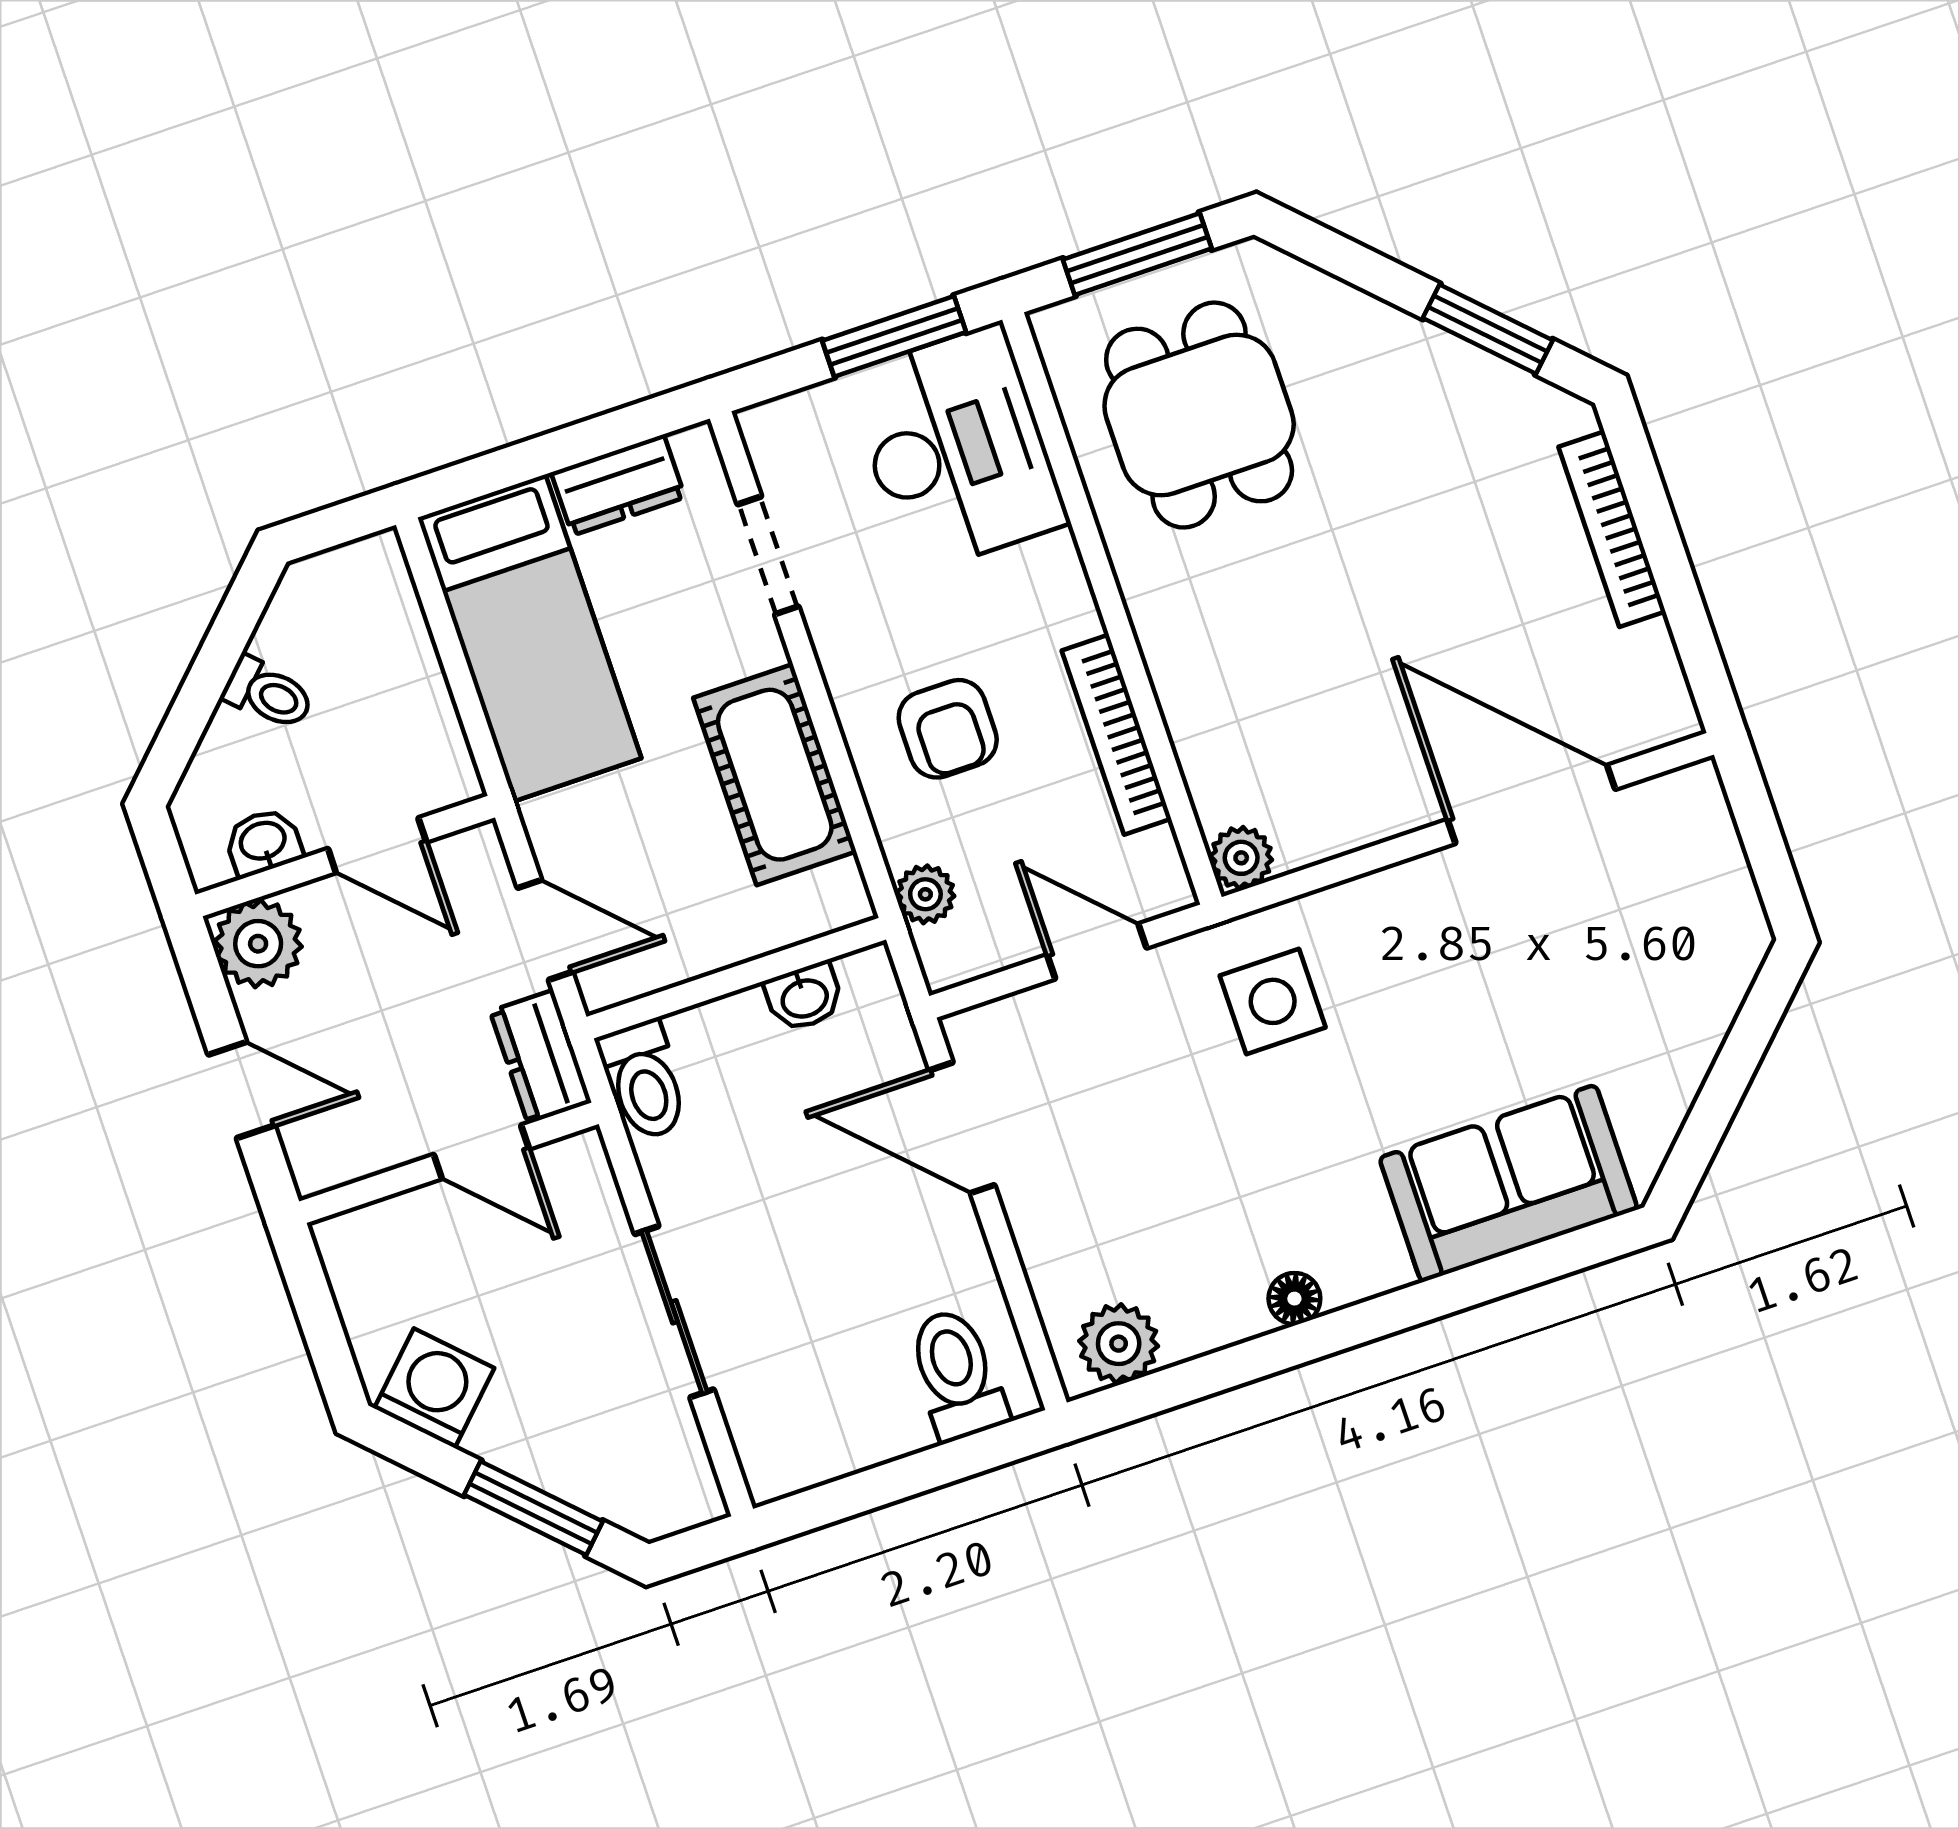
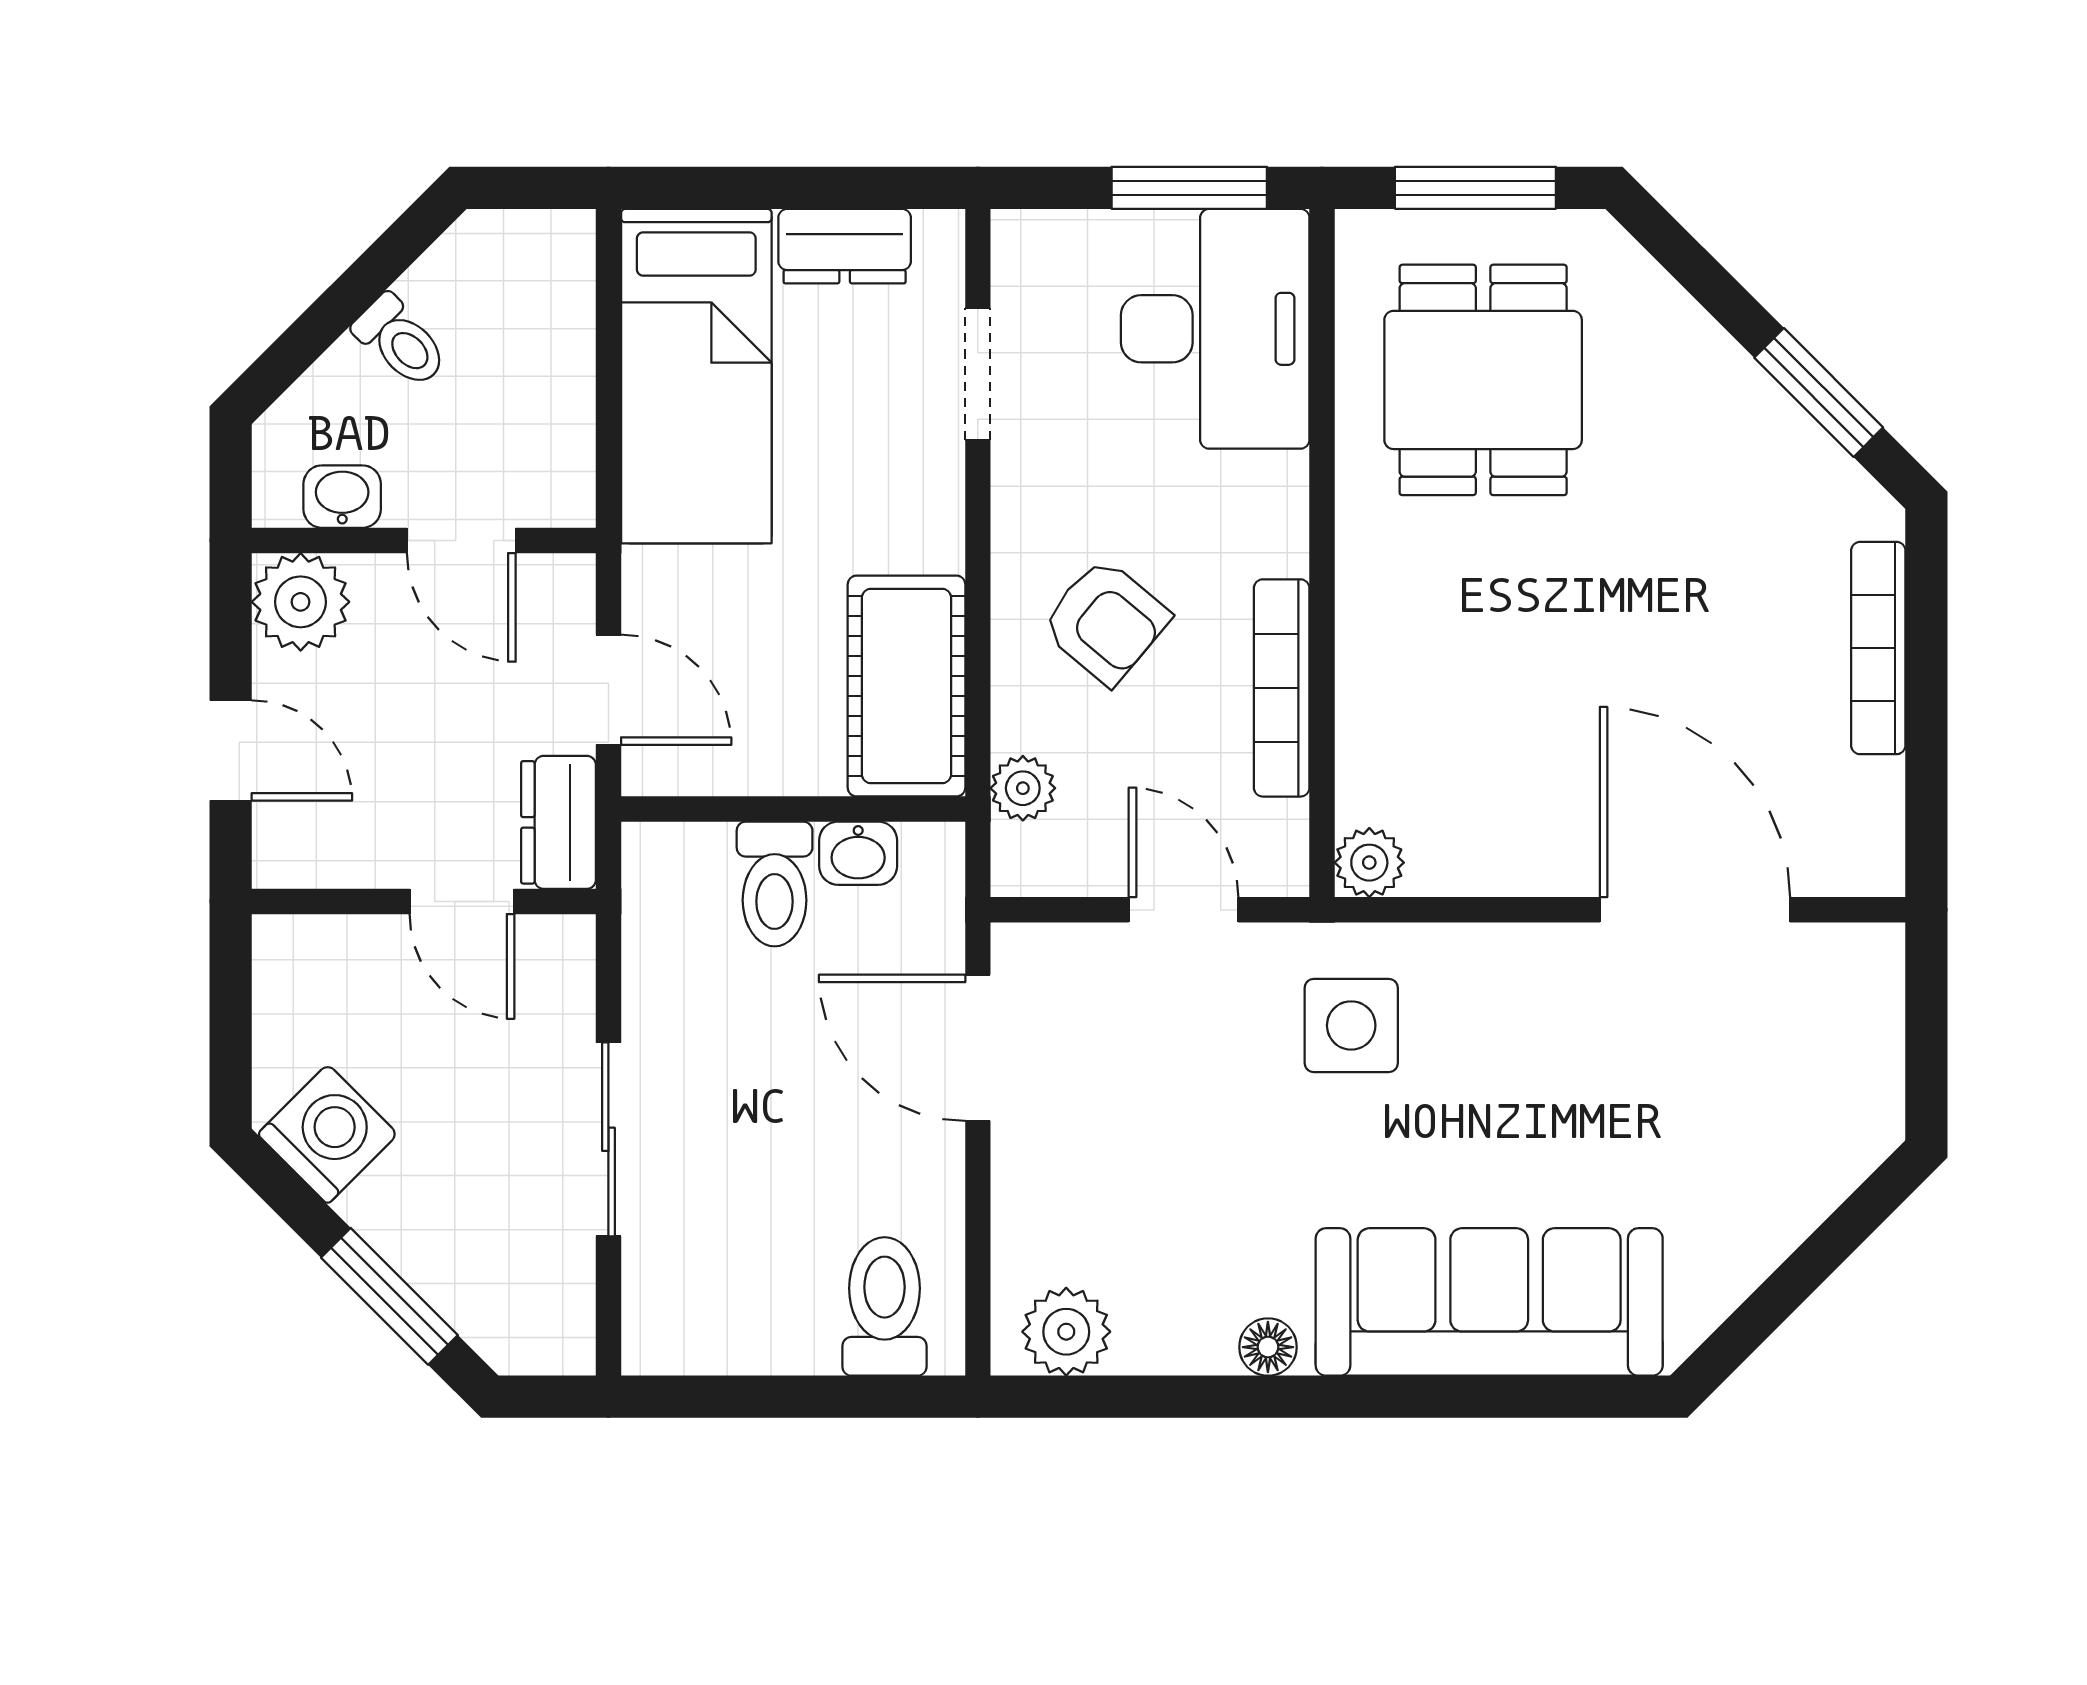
armchair: (948, 729) -> (1105, 621), turned -50
cot: (775, 775) -> (907, 686), moved
toilet: (644, 1080) -> (775, 884), moved
sofa: (1508, 1183) -> (1489, 1302), width x1.36

